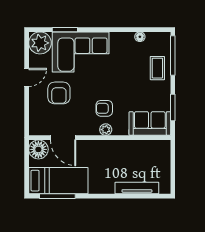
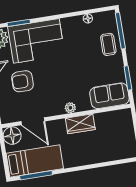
armchair: (59, 93) -> (23, 81), turned 90
armchair: (104, 108) -> (66, 89), removed
wardrobe: (114, 149) -> (80, 124), added
tv unit: (137, 188) -> (107, 156), removed

